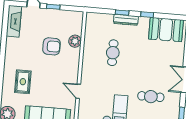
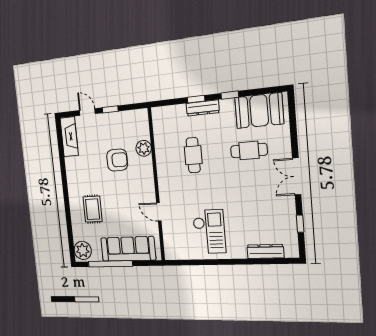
cafe table: (151, 97) -> (249, 150), moved

